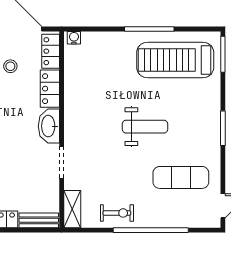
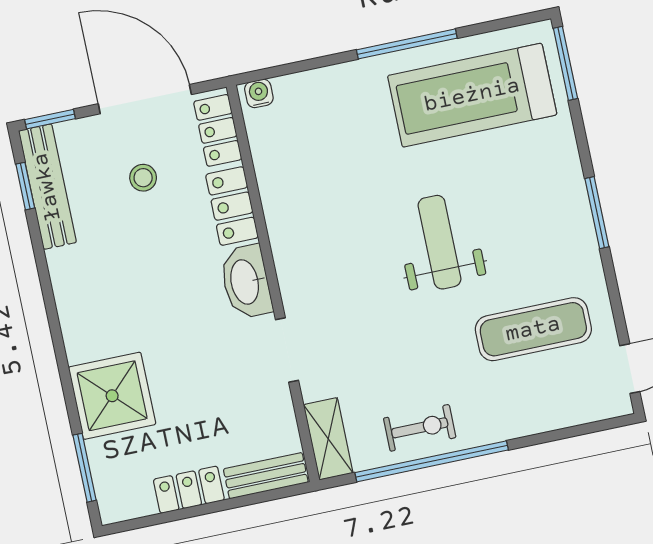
weight bench: (145, 127) -> (440, 242), turned -90
window: (151, 230) -> (432, 461), moved

